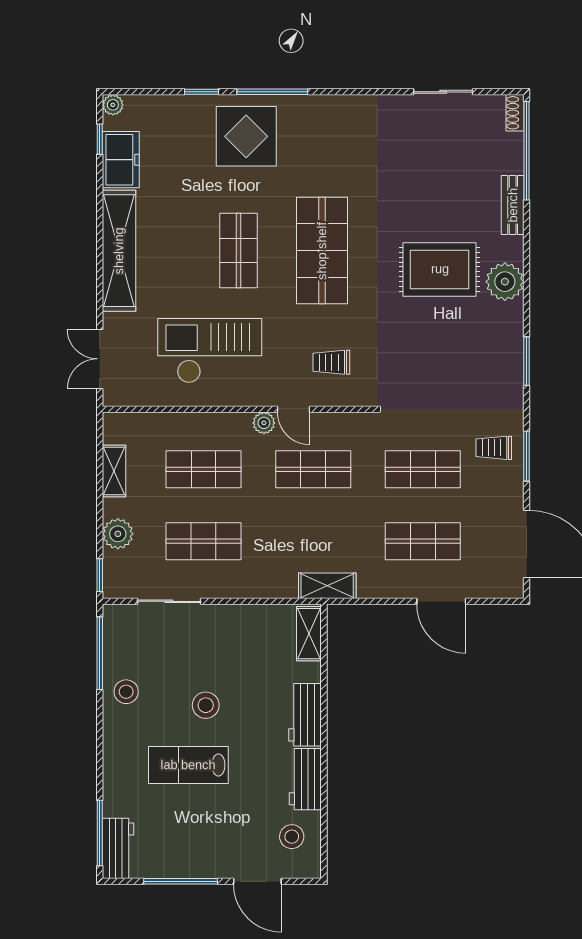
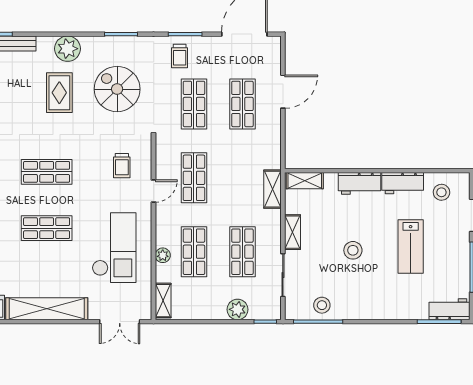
shop shelf: (322, 251) -> (47, 172), width x0.70, depth x0.74
rug: (440, 269) -> (59, 93), width x0.73, depth x0.70
checkout: (210, 351) -> (114, 248), turned 180
spiral stairs: (445, 355) -> (117, 89), added
plant: (264, 423) -> (163, 255), moved
shelving: (114, 471) -> (163, 301), moved, turned 90
shelving: (327, 586) -> (272, 189), moved
shelving: (233, 616) -> (293, 232), added
stool: (126, 692) -> (322, 305), moved
lab bench: (188, 765) -> (411, 246), moved

